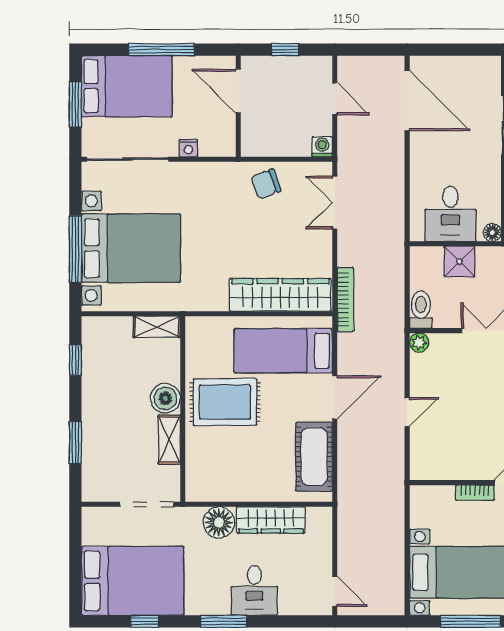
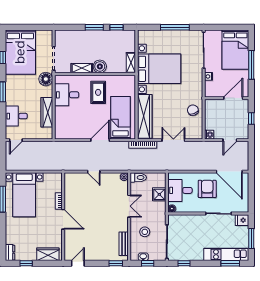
door: (407, 101) -> (229, 172), hinge flipped
window: (75, 104) -> (228, 27), removed
armchair: (447, 151) -> (207, 189), added
double door: (335, 203) -> (173, 140), moved
bed with nightstands: (131, 248) -> (159, 69), moved, turned -90
window: (75, 249) -> (175, 27), moved
door: (335, 397) -> (100, 140), swing flipped
rug: (225, 402) -> (98, 92), width x0.73, depth x0.70
window: (75, 442) -> (94, 27), moved
cot: (314, 457) -> (74, 131), removed
desk: (231, 474) -> (67, 95), added
floor lamp: (219, 522) -> (46, 79), moved
desk: (254, 590) -> (16, 116), moved

